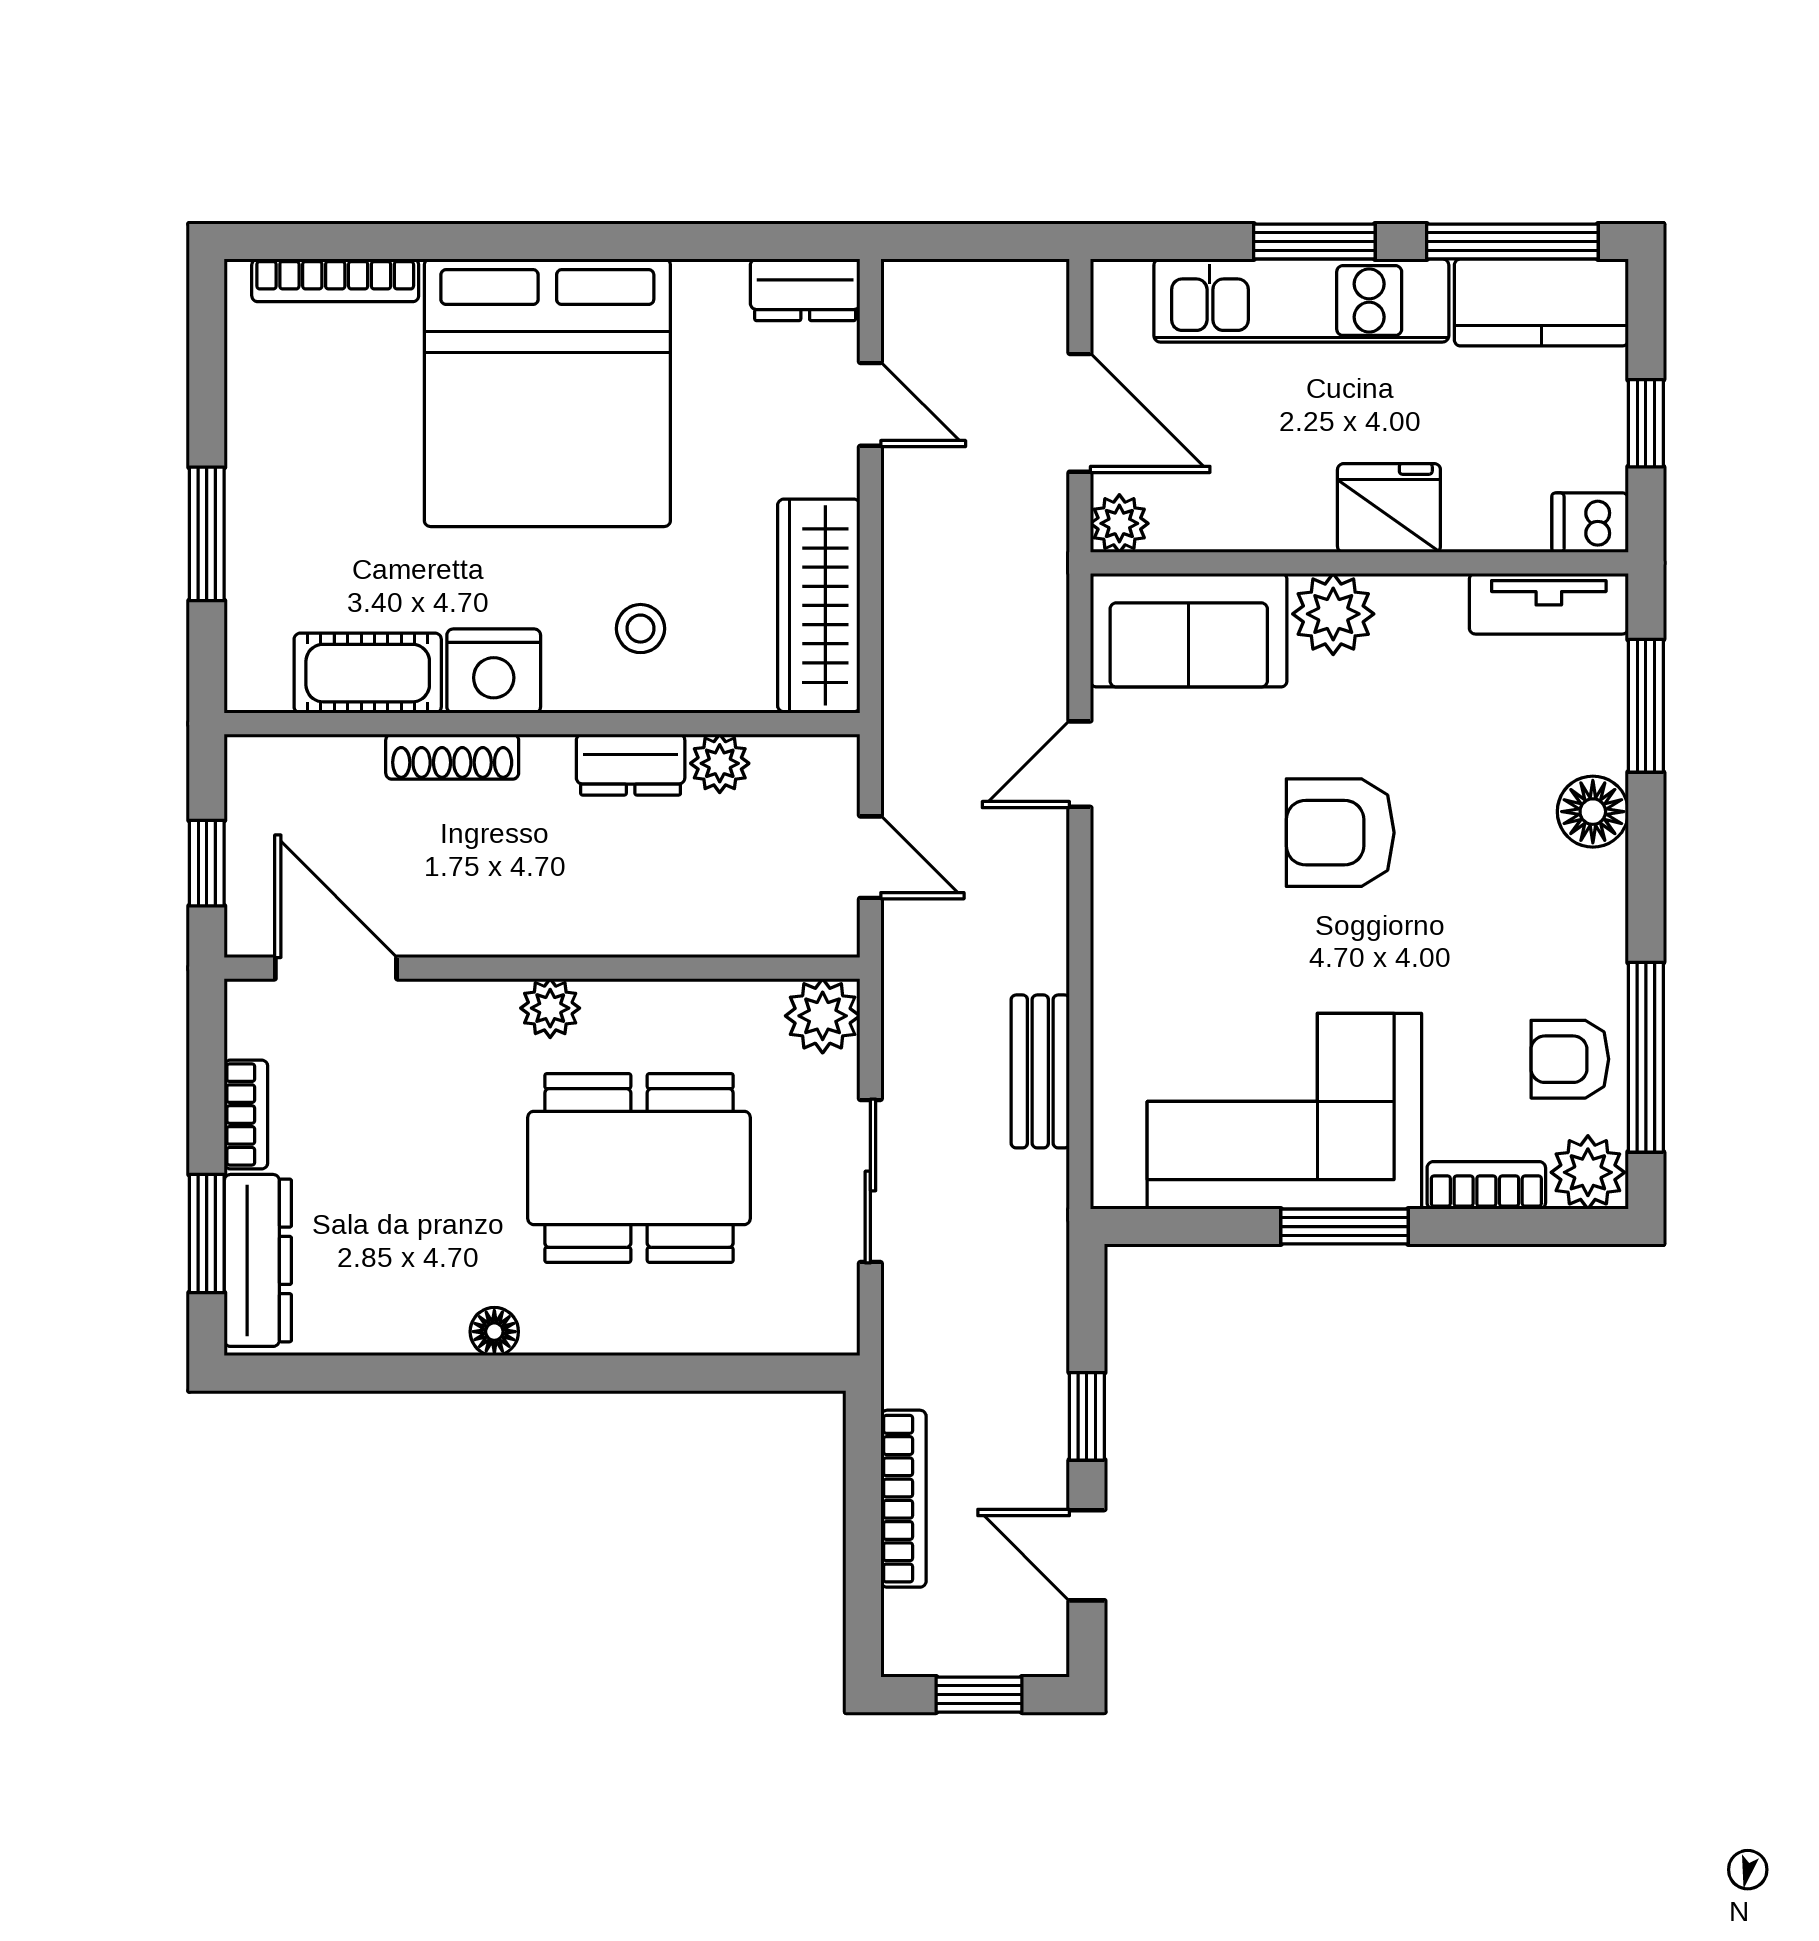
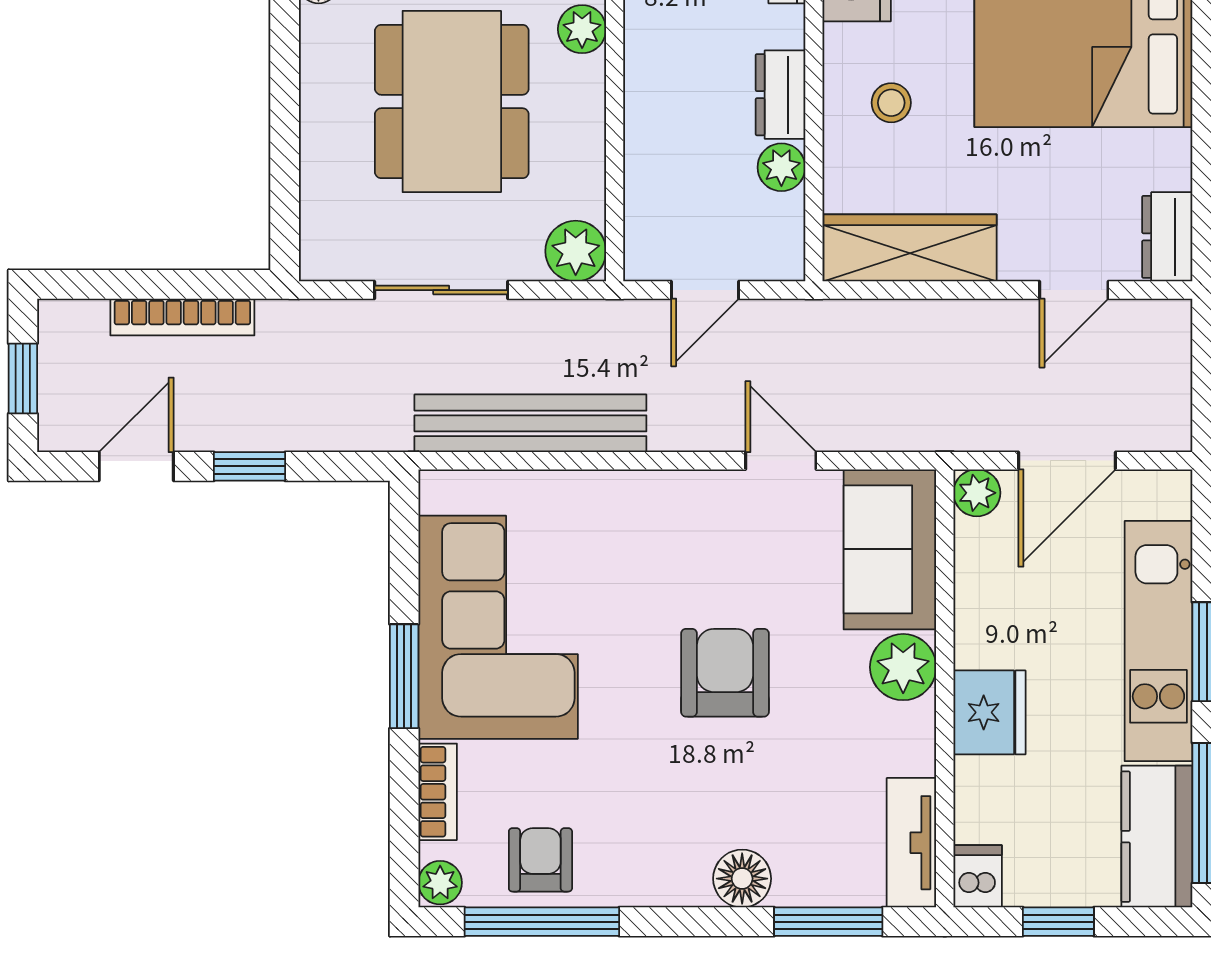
bench: (1040, 1071) -> (530, 423), width x1.86, depth x1.21
plant: (1588, 1172) -> (440, 883), width x0.73, depth x0.73

